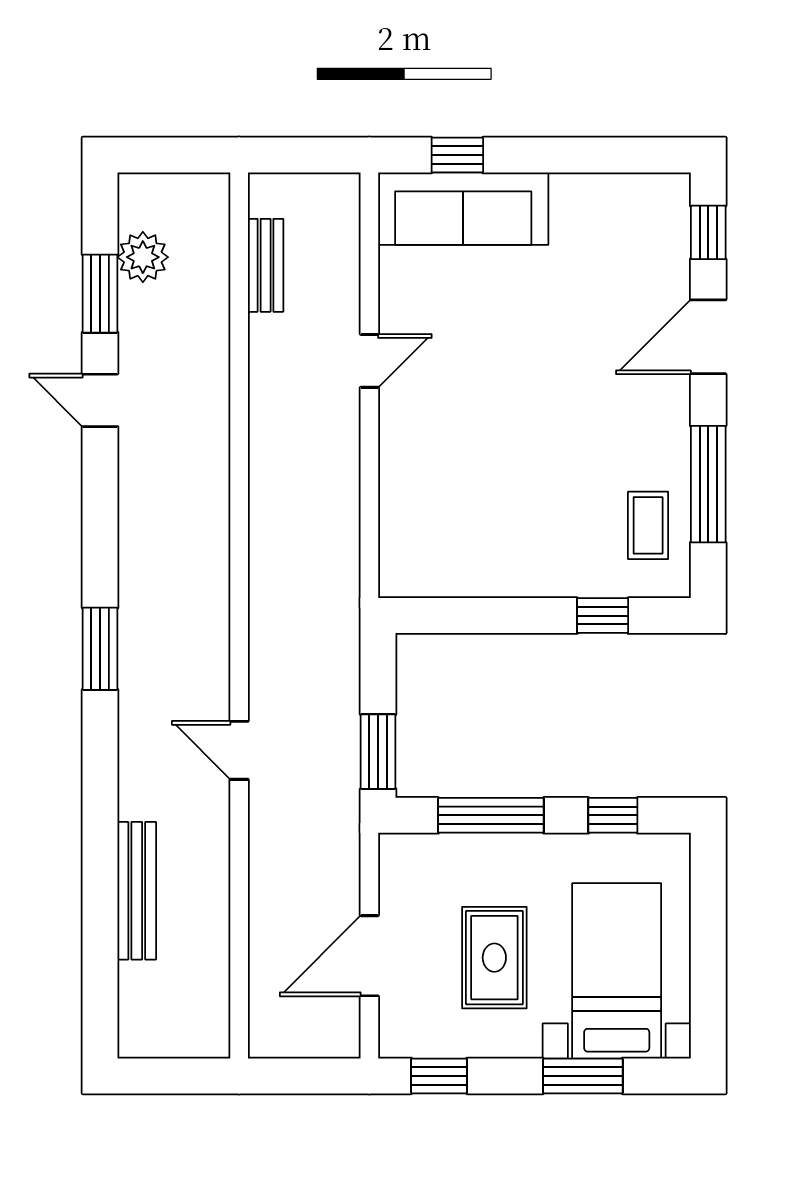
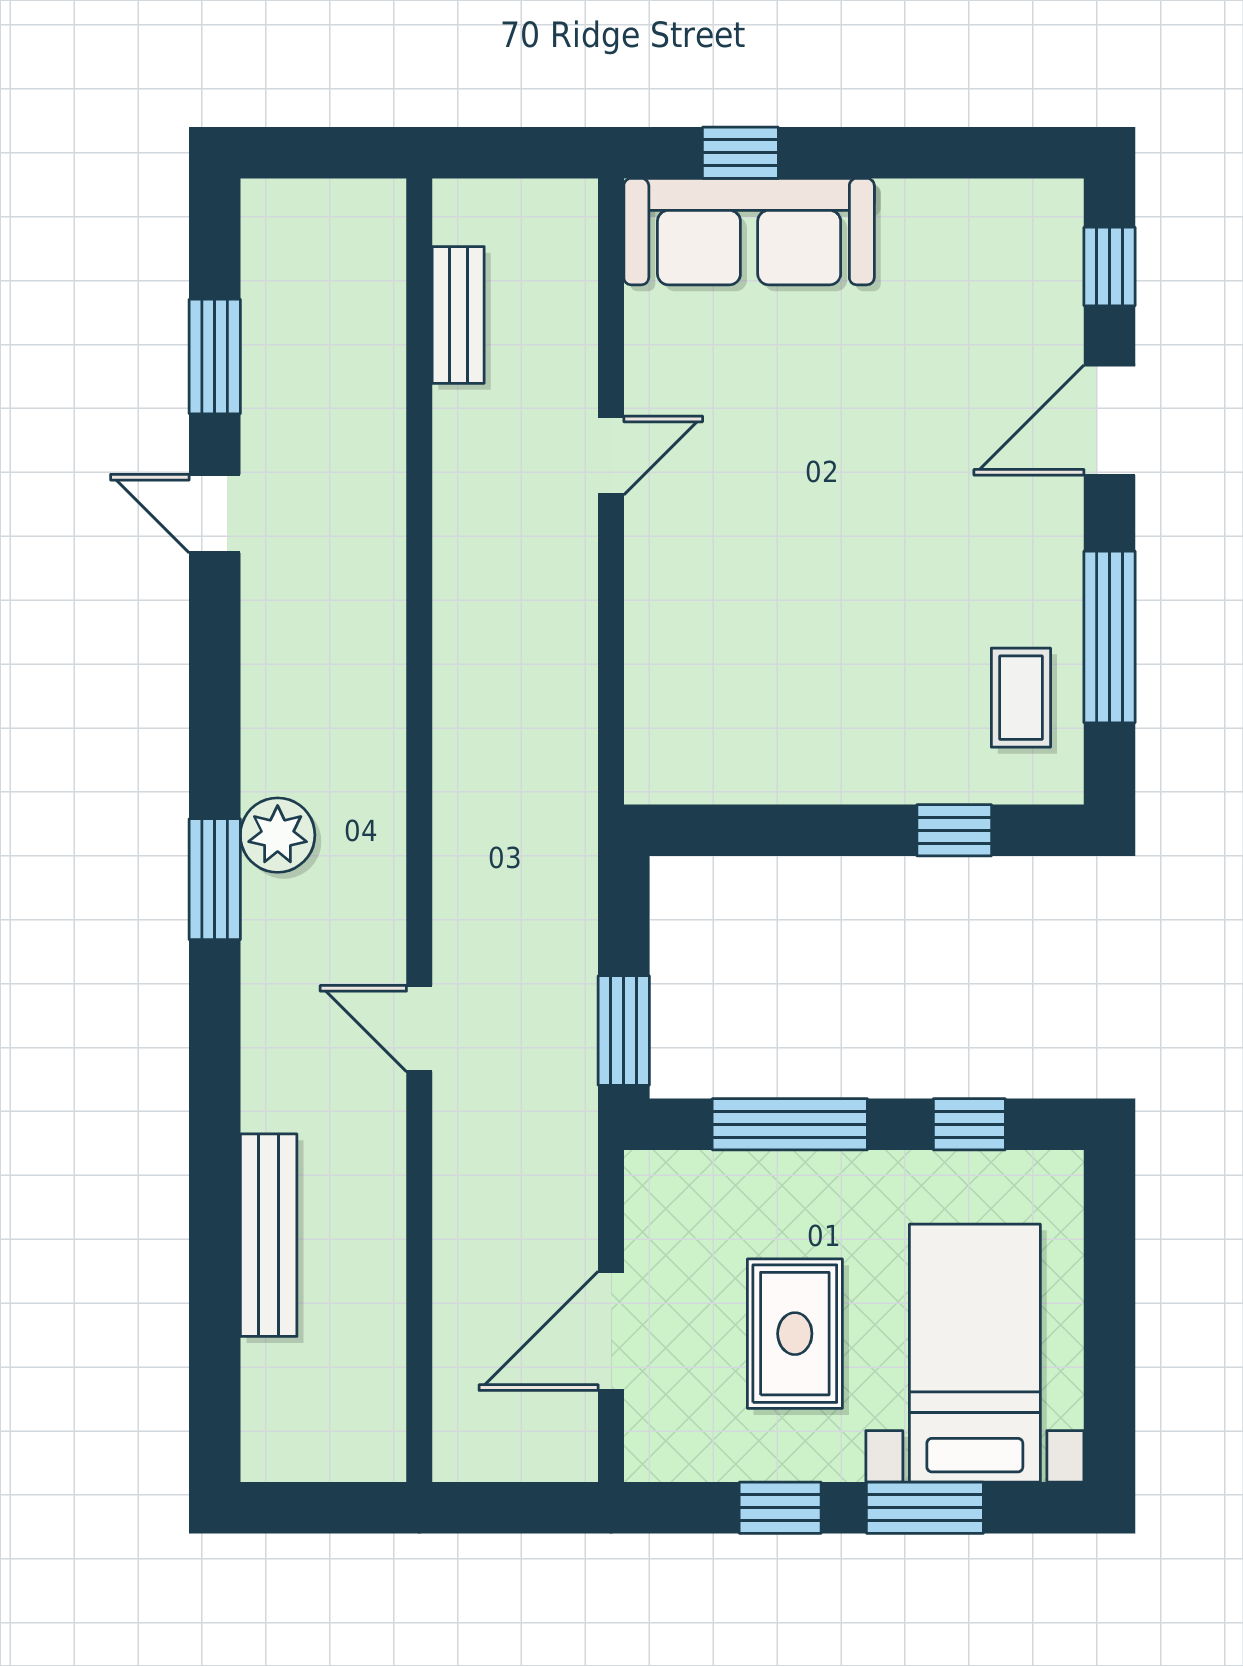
plant: (143, 257) -> (278, 835), moved
window: (439, 1076) -> (780, 1508), moved

